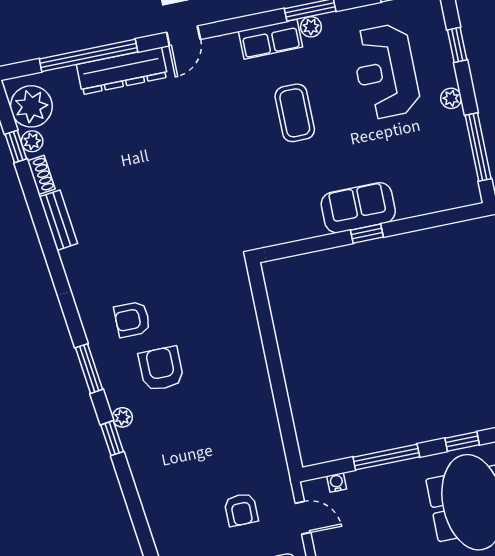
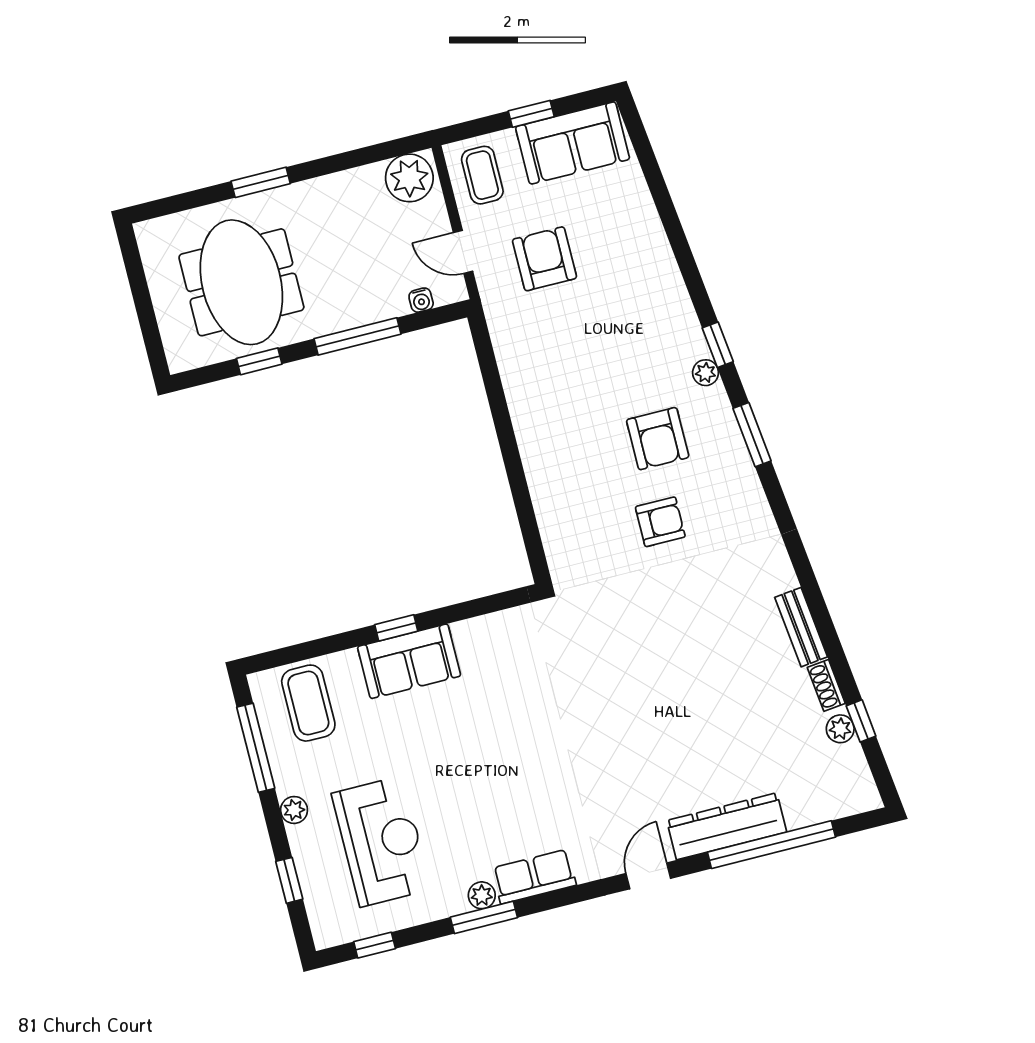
plant: (31, 106) -> (843, 775), removed
coffee table: (295, 113) -> (308, 703), moved
armchair: (132, 319) -> (660, 522), moved
armchair: (241, 510) -> (544, 259), width x1.38, depth x1.38

